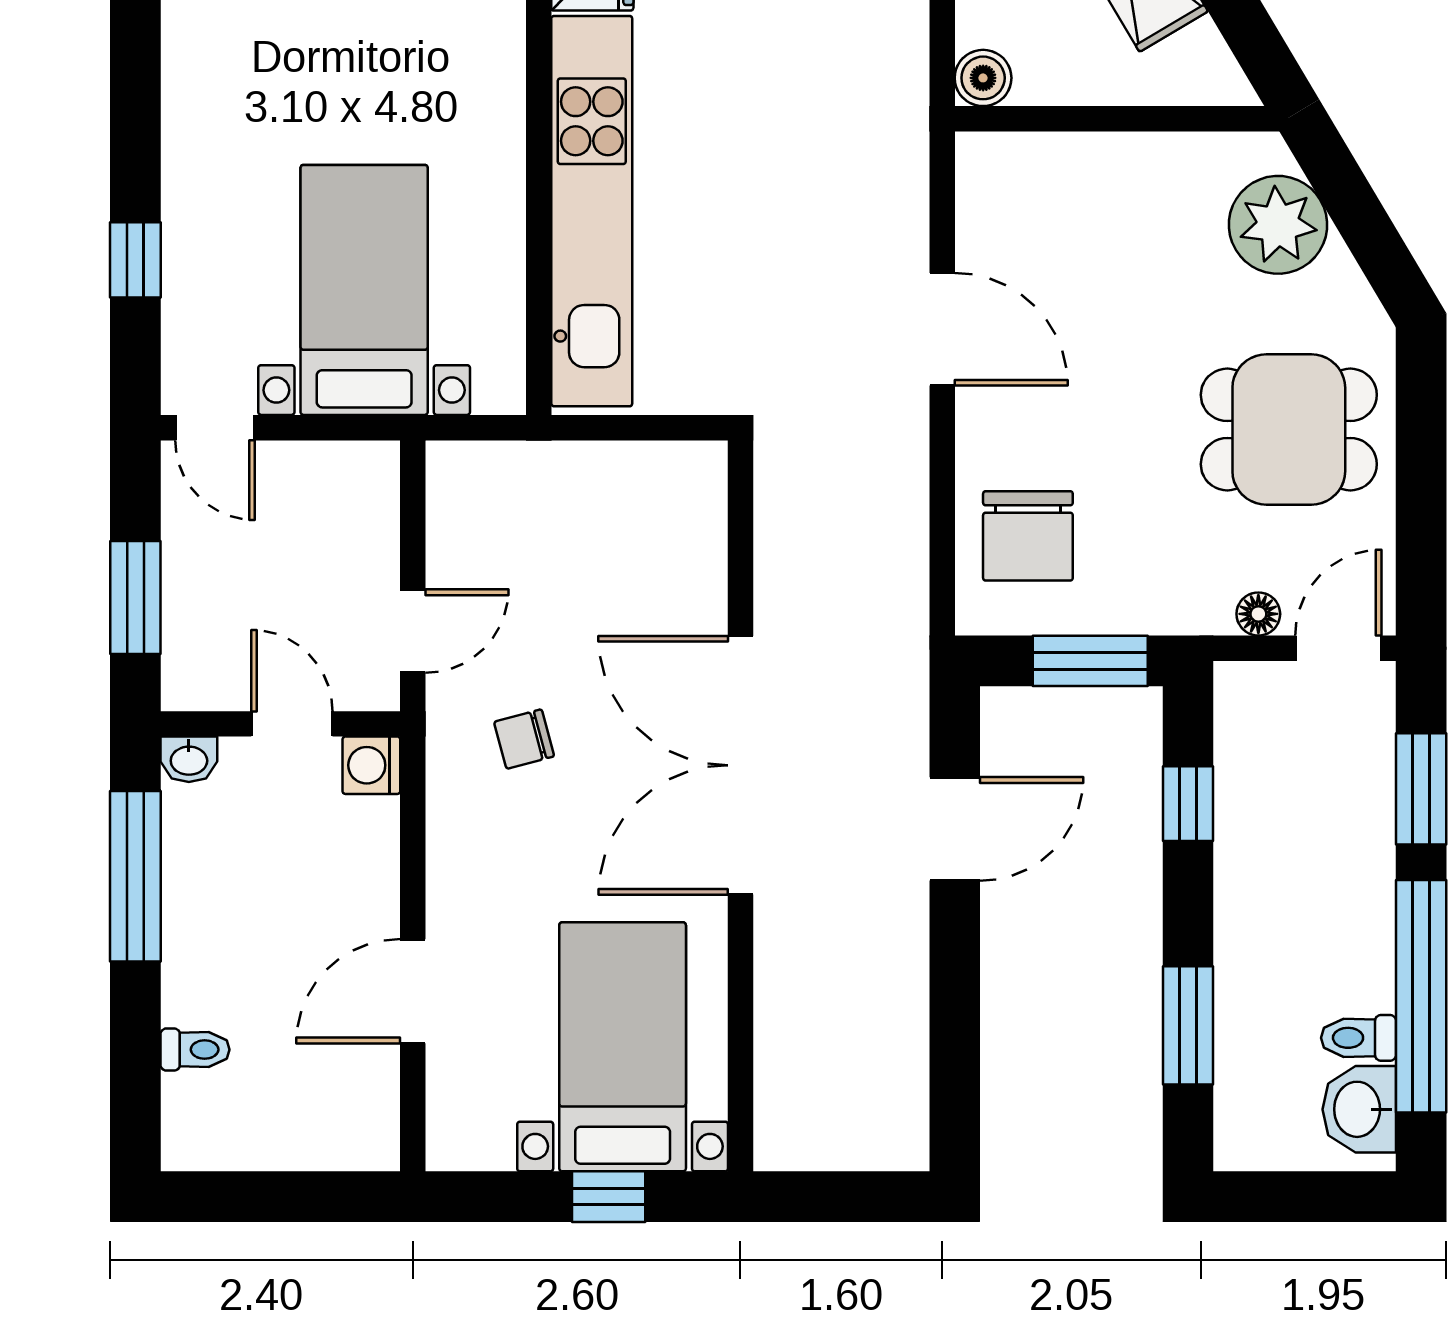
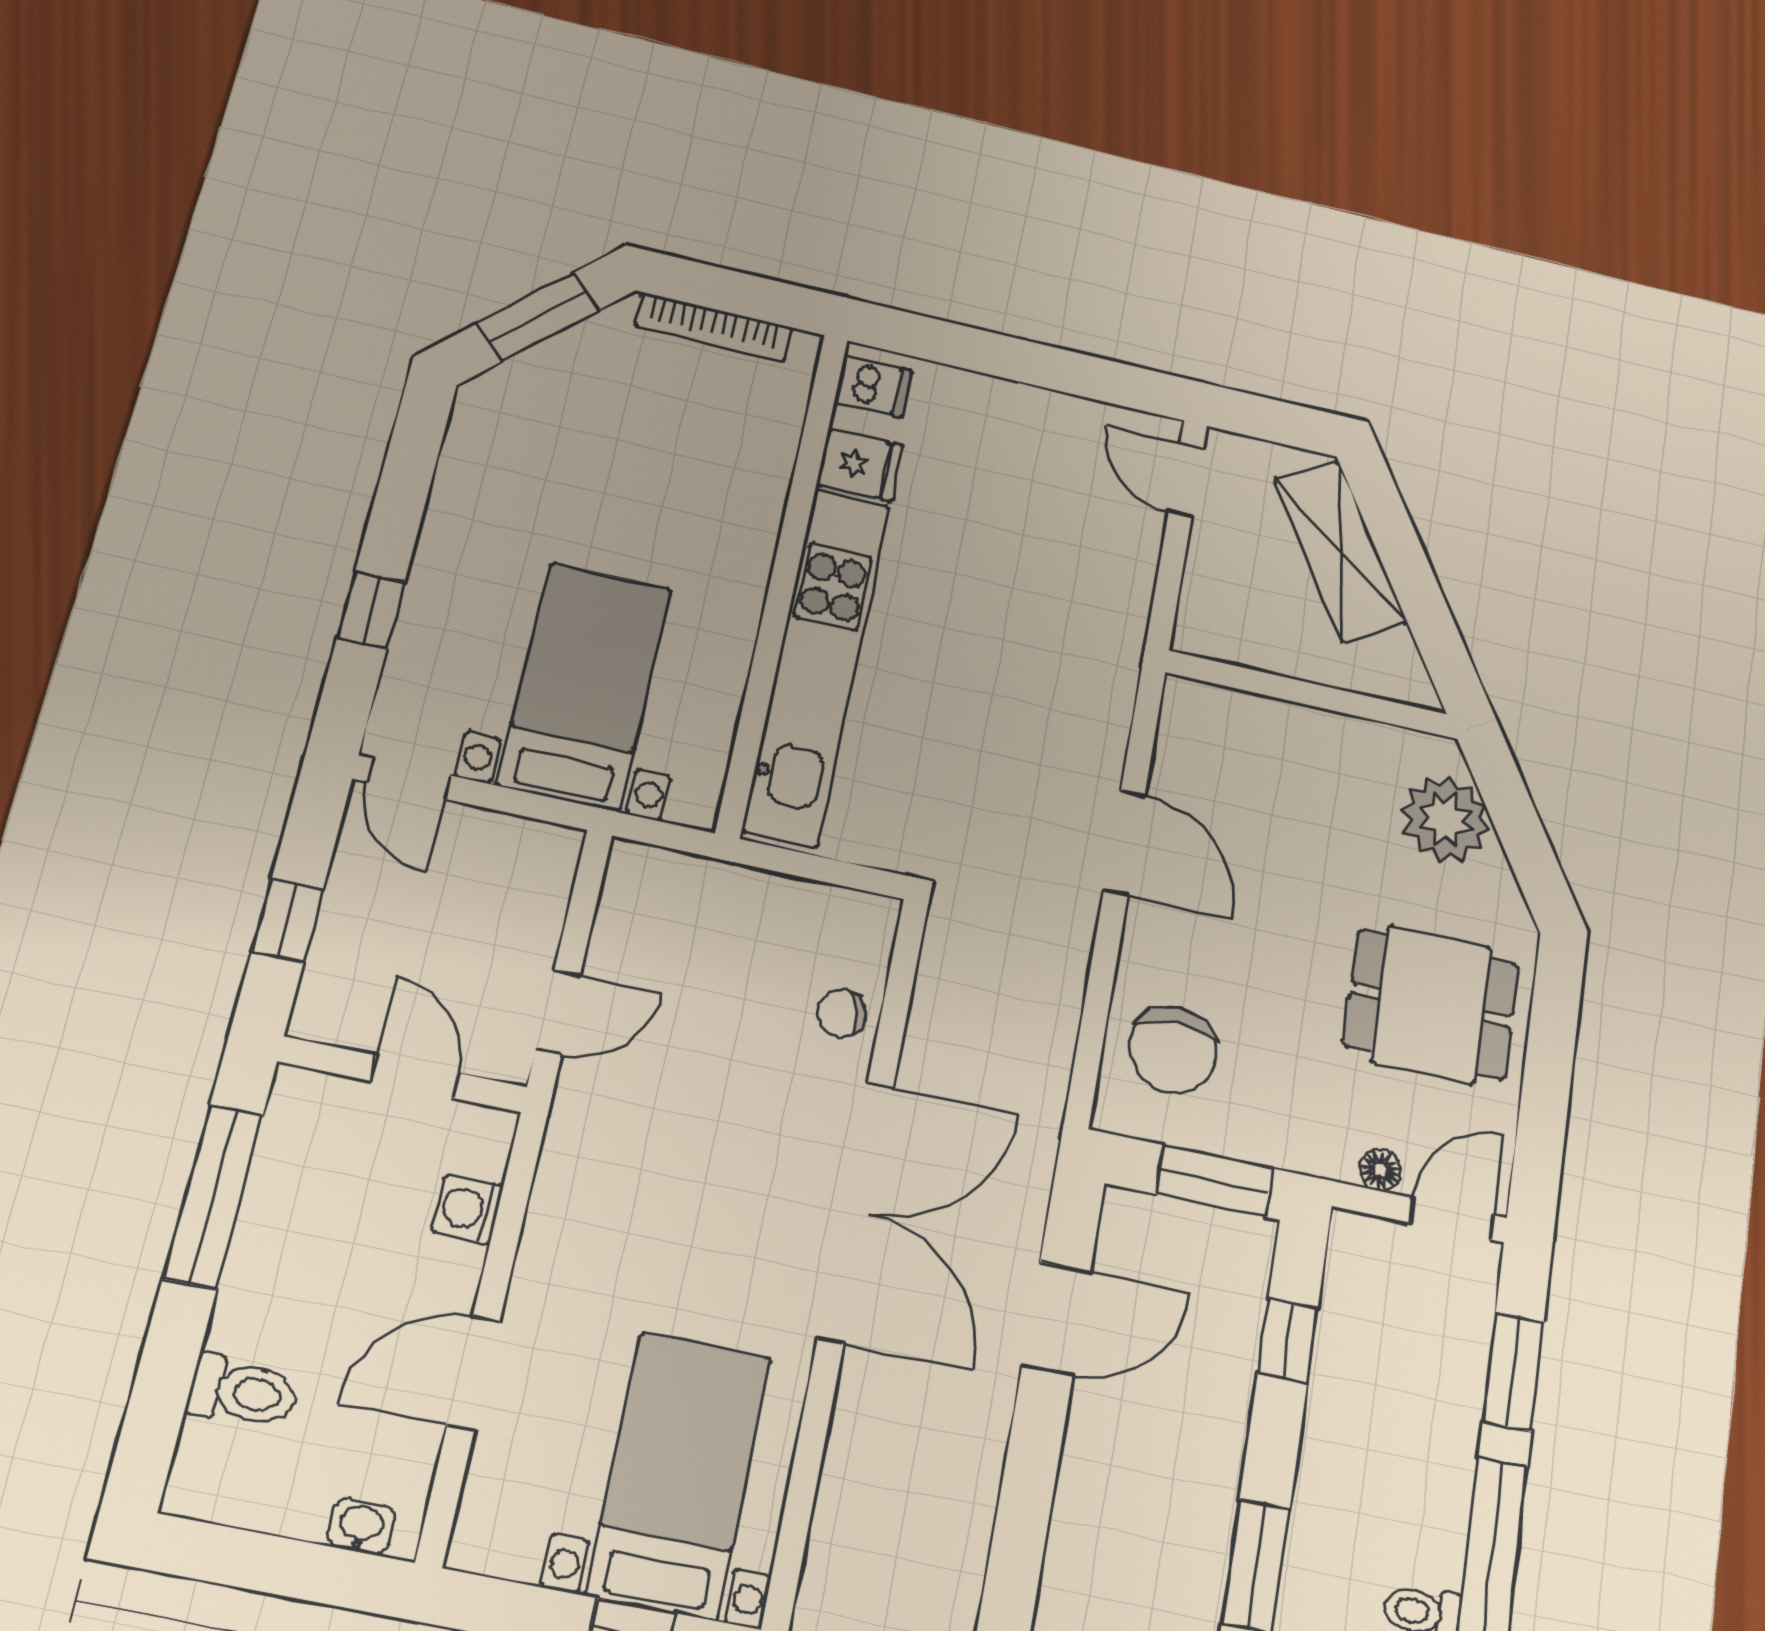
boiler: (983, 78) -> (1198, 632), removed
window: (135, 597) -> (287, 921), width x0.67
chair: (524, 739) -> (841, 1014), moved
washbasin: (189, 759) -> (361, 1527), moved, turned 180
washing machine: (371, 765) -> (467, 1209), moved
double door: (740, 765) -> (856, 1211), swing flipped
toilet: (195, 1050) -> (243, 1392), width x1.37, depth x1.39

